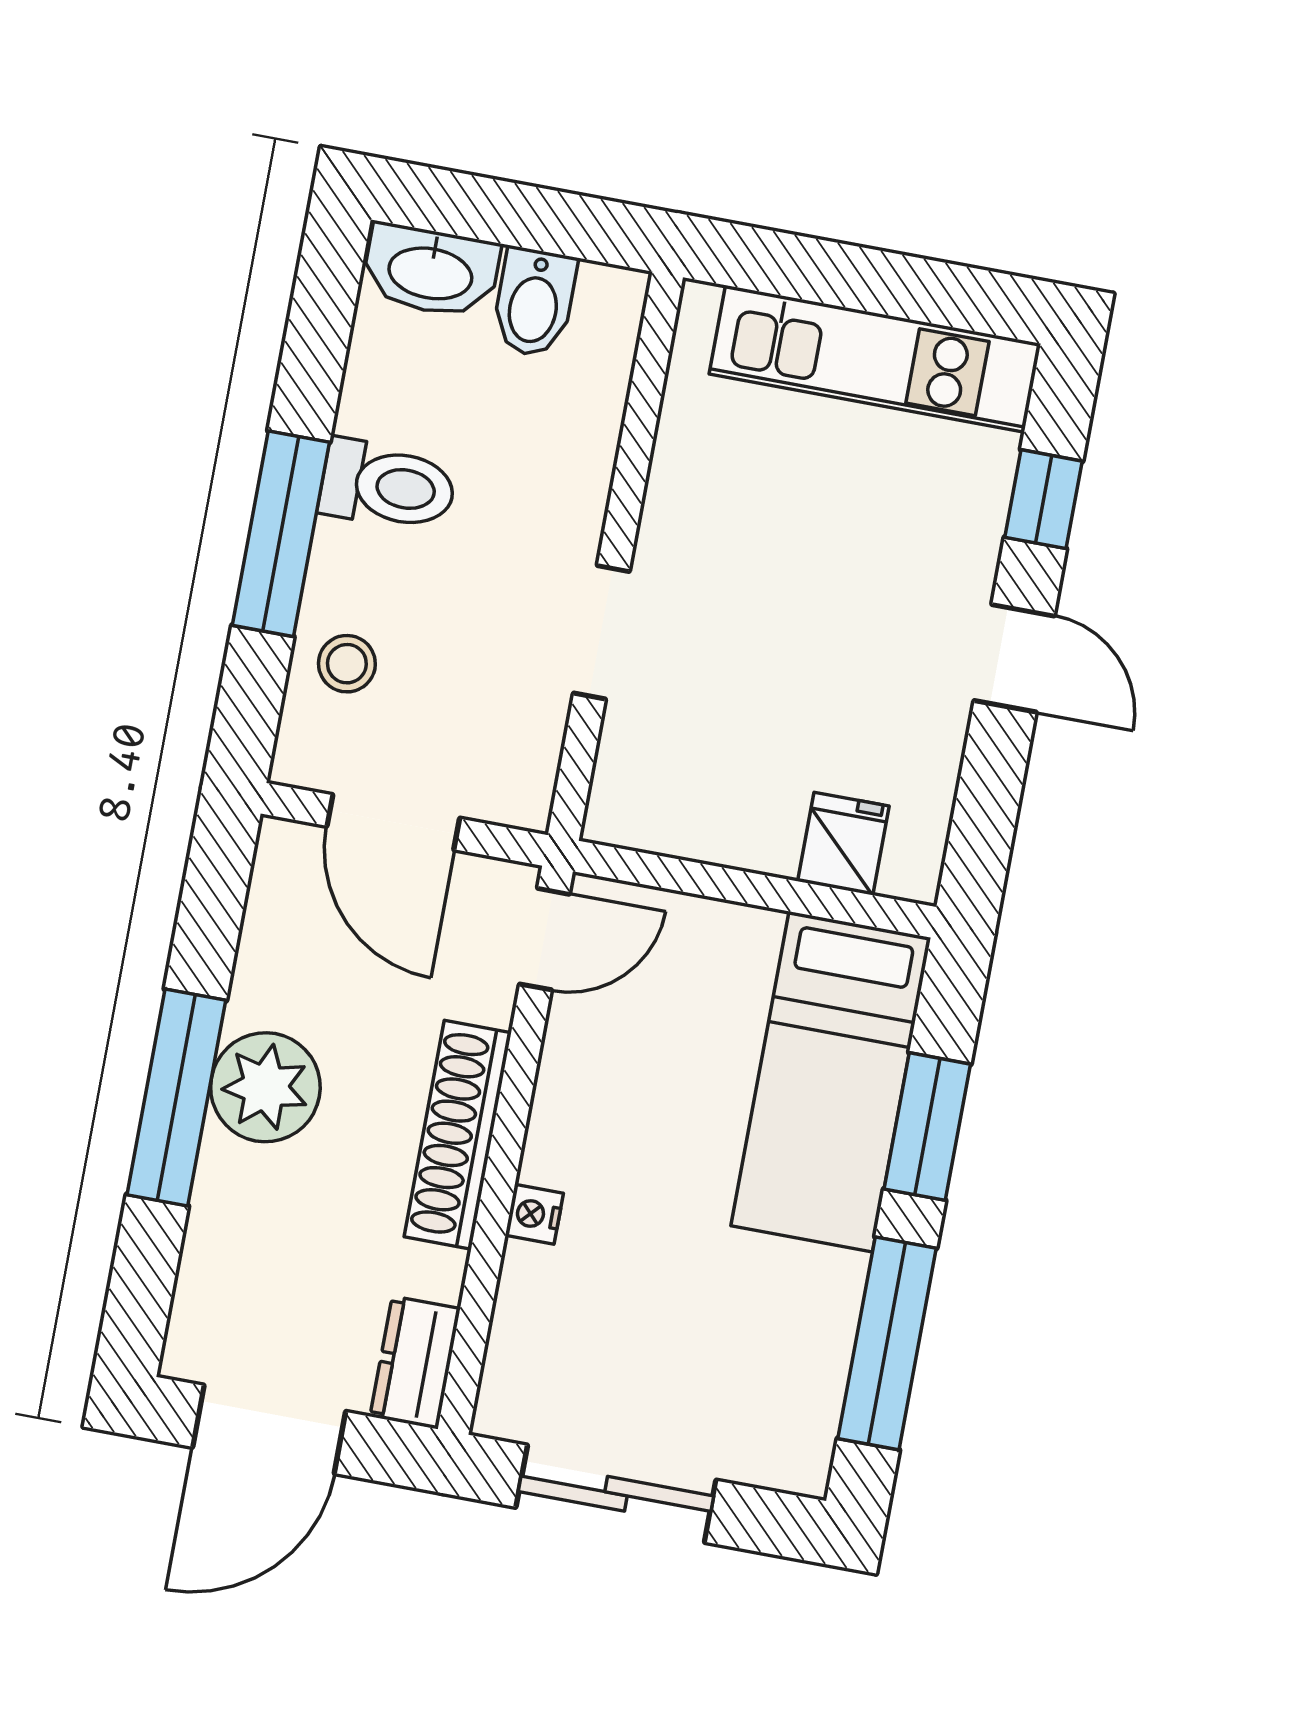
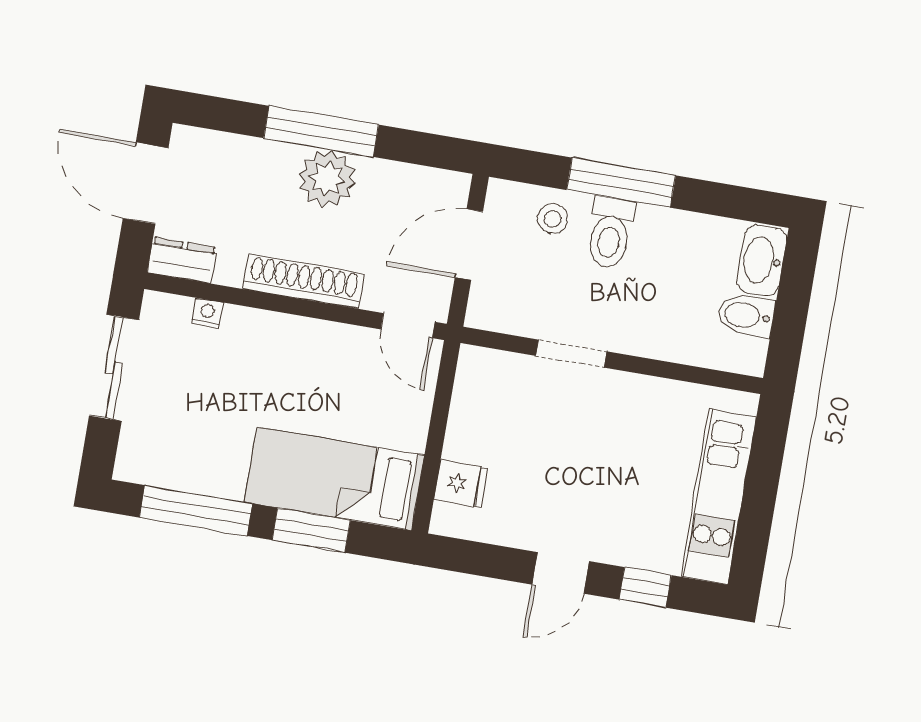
toilet: (388, 486) -> (610, 233), moved
nightstand: (534, 1214) -> (207, 313), moved

